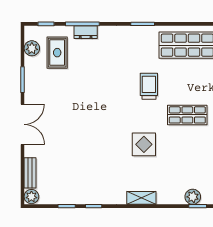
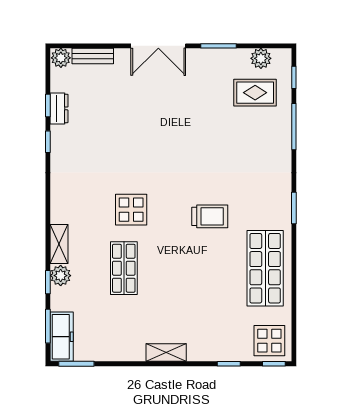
dresser: (86, 32) -> (59, 108), moved, turned 180
shop shelf: (187, 115) -> (124, 268), moved
shelving: (141, 198) -> (59, 244), moved

